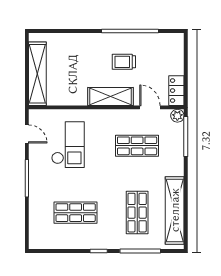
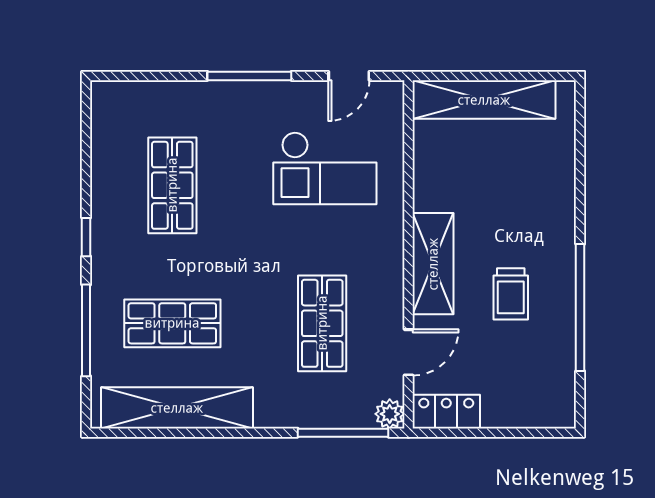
trolley: (124, 62) -> (511, 294), turned 180

